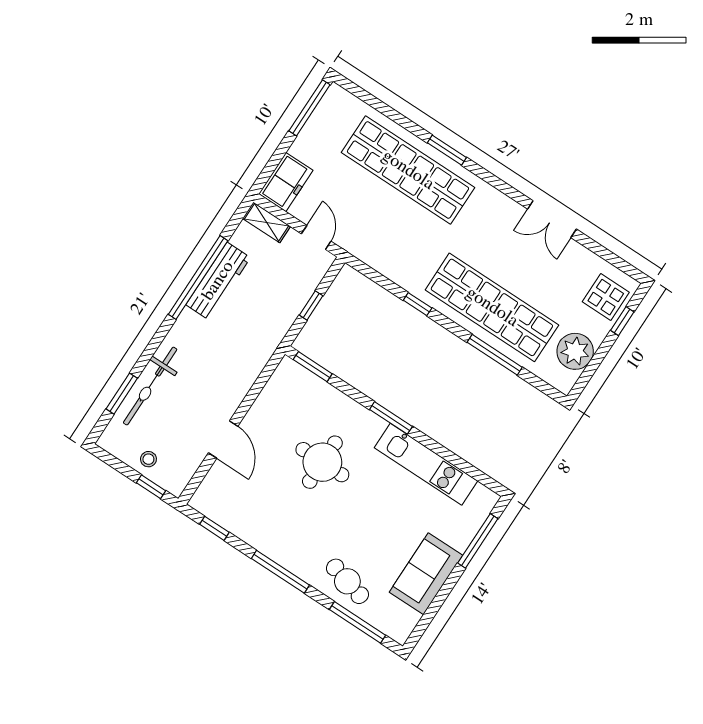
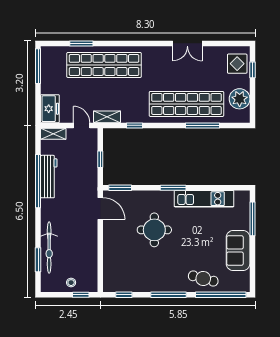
window: (447, 150) -> (81, 43), moved
shelving: (362, 249) -> (107, 117), added
window: (418, 304) -> (134, 125), moved
door: (223, 439) -> (100, 209), moved
window: (358, 622) -> (221, 295), width x1.46

